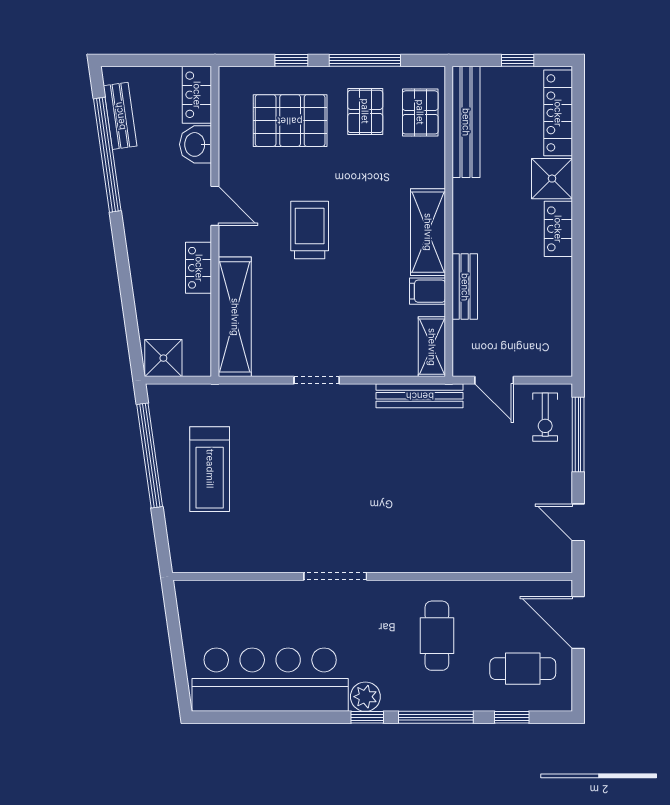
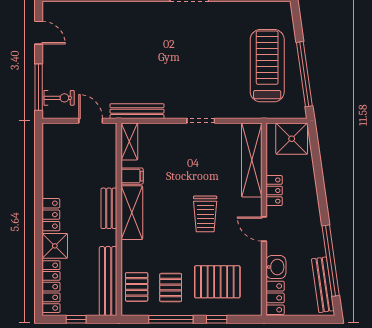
bench: (120, 116) -> (323, 285), width x1.36
bench: (465, 287) -> (109, 208), moved
shower: (163, 358) -> (292, 139), width x1.36, depth x1.36
exercise bike: (545, 417) -> (59, 98), turned 90
treadmill: (210, 469) -> (267, 66), width x1.37, depth x1.38

